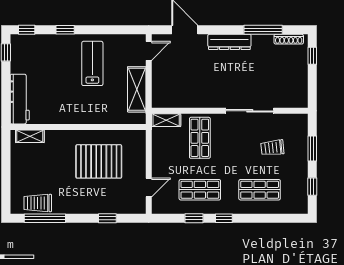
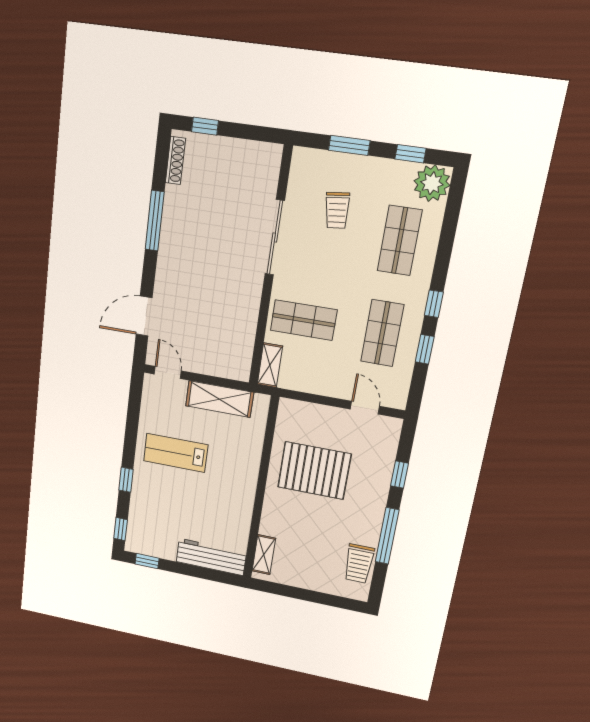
window: (263, 30) -> (155, 221), moved
dresser: (229, 42) -> (169, 253), removed
pallet: (99, 161) -> (314, 471), turned 90
plant: (297, 203) -> (432, 183), added
window: (45, 218) -> (387, 536), moved

